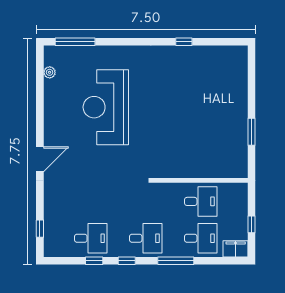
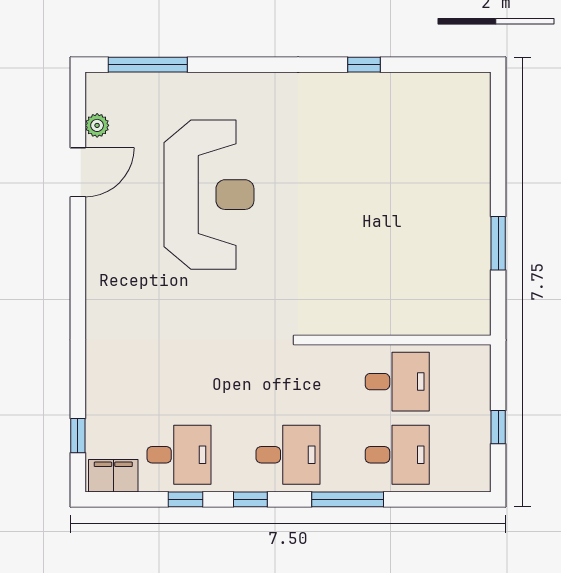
reception desk: (106, 107) -> (209, 195), turned 180
door: (40, 159) -> (78, 172), moved
filing cabinet: (236, 249) -> (113, 476), moved

